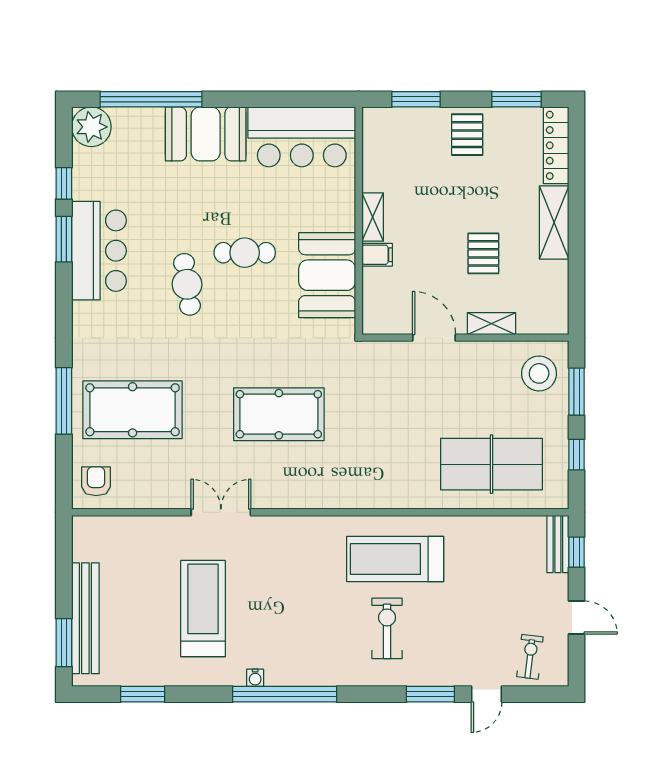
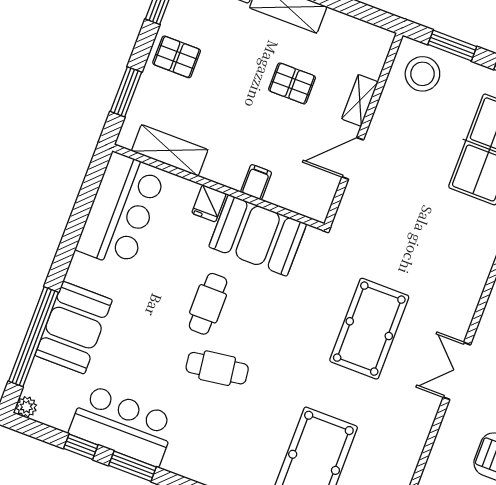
plant: (91, 127) -> (26, 407), width x0.53, depth x0.53
booth: (206, 134) -> (74, 328), moved
shelving: (373, 217) -> (170, 150), moved, width x1.50, depth x1.33
fridge: (340, 218) -> (209, 203), added
bar counter: (99, 251) -> (123, 425), moved
double door: (221, 512) -> (457, 371), moved

